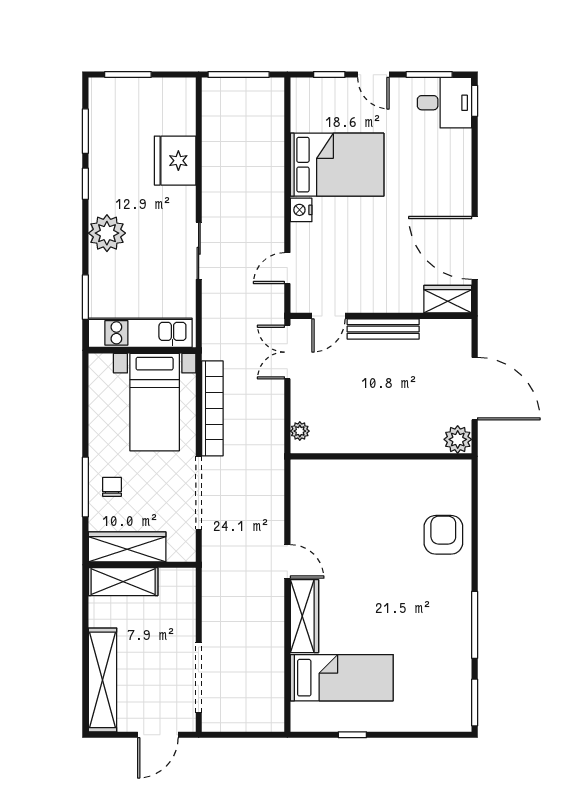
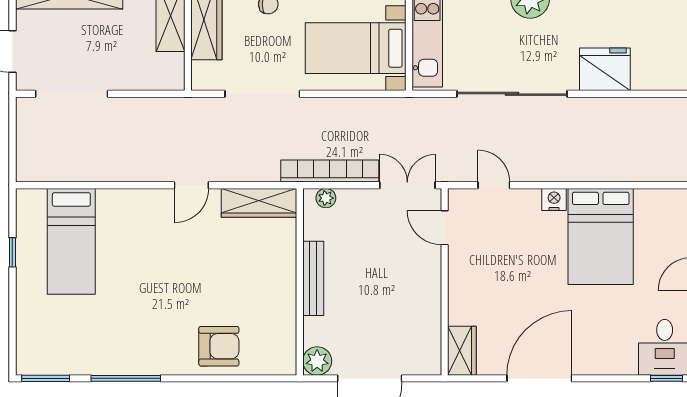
door: (475, 248) -> (539, 378), moved
sliding door: (199, 251) -> (512, 94), width x1.86
bench: (383, 329) -> (313, 278), moved
bookcase: (212, 408) -> (330, 171), moved, turned 180
wardrobe: (304, 616) -> (259, 203), moved

